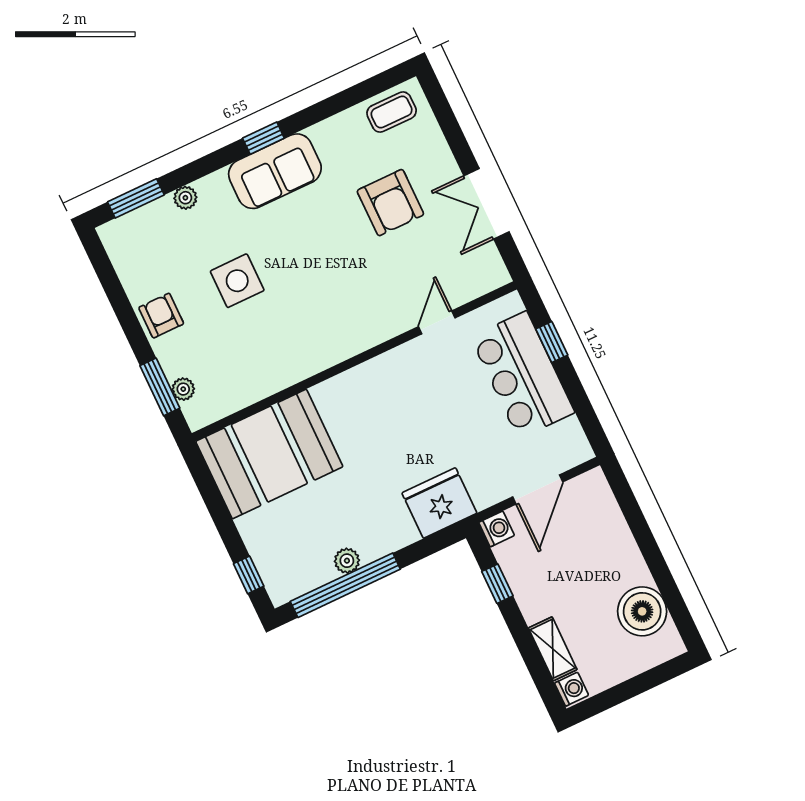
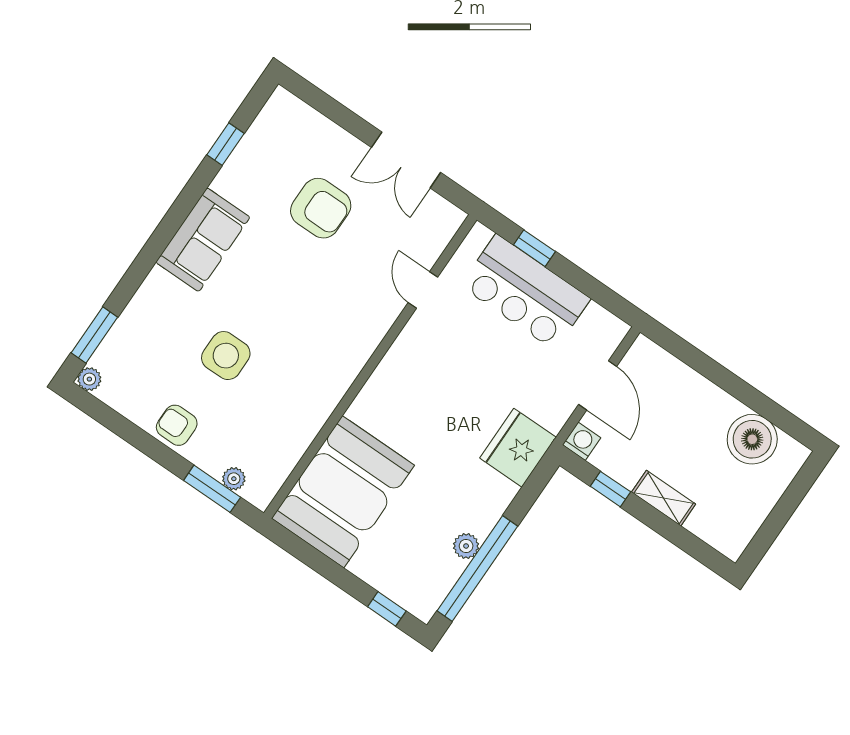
coffee table: (392, 112) -> (275, 128), removed
window: (263, 138) -> (225, 144), moved
plant: (185, 198) -> (89, 379), moved
shelving: (553, 649) -> (664, 498), moved
washing machine: (572, 689) -> (730, 544), removed

